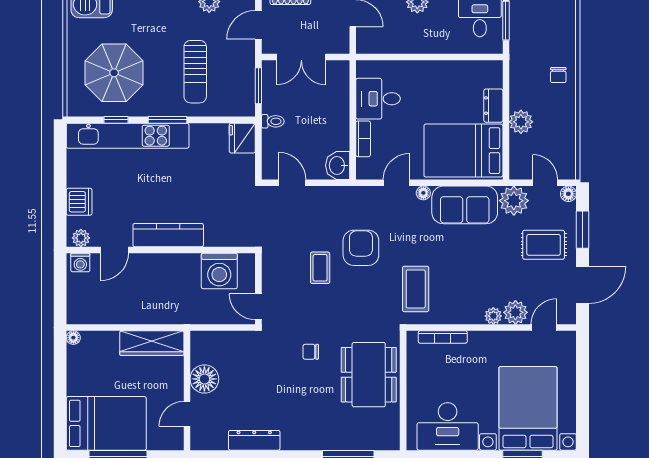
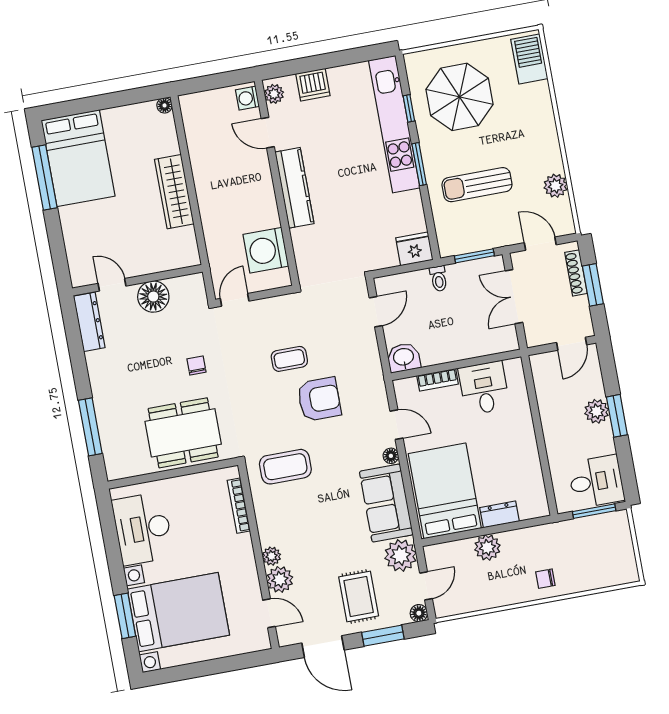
floor lamp: (204, 379) -> (153, 297), moved
wall: (187, 391) -> (137, 280), moved
door: (187, 414) -> (112, 285), moved

